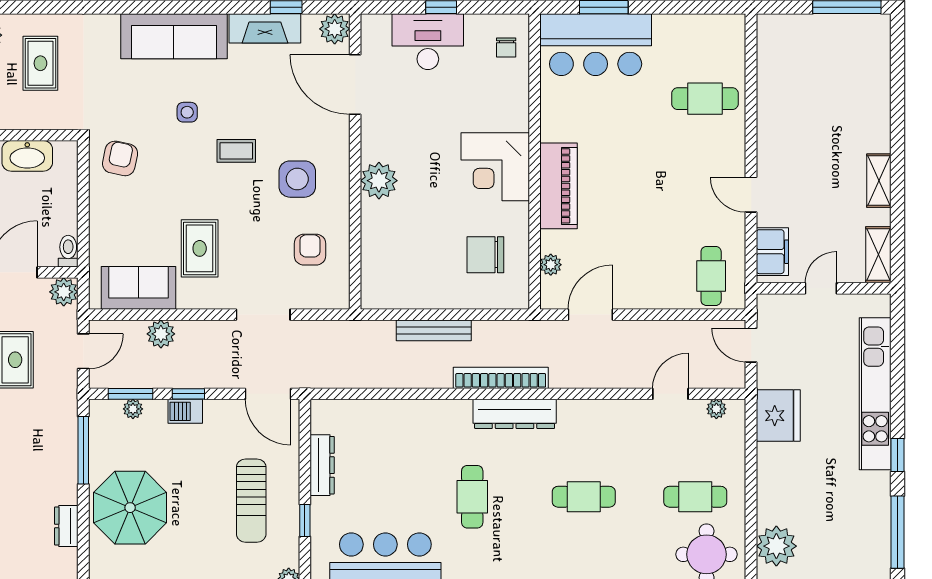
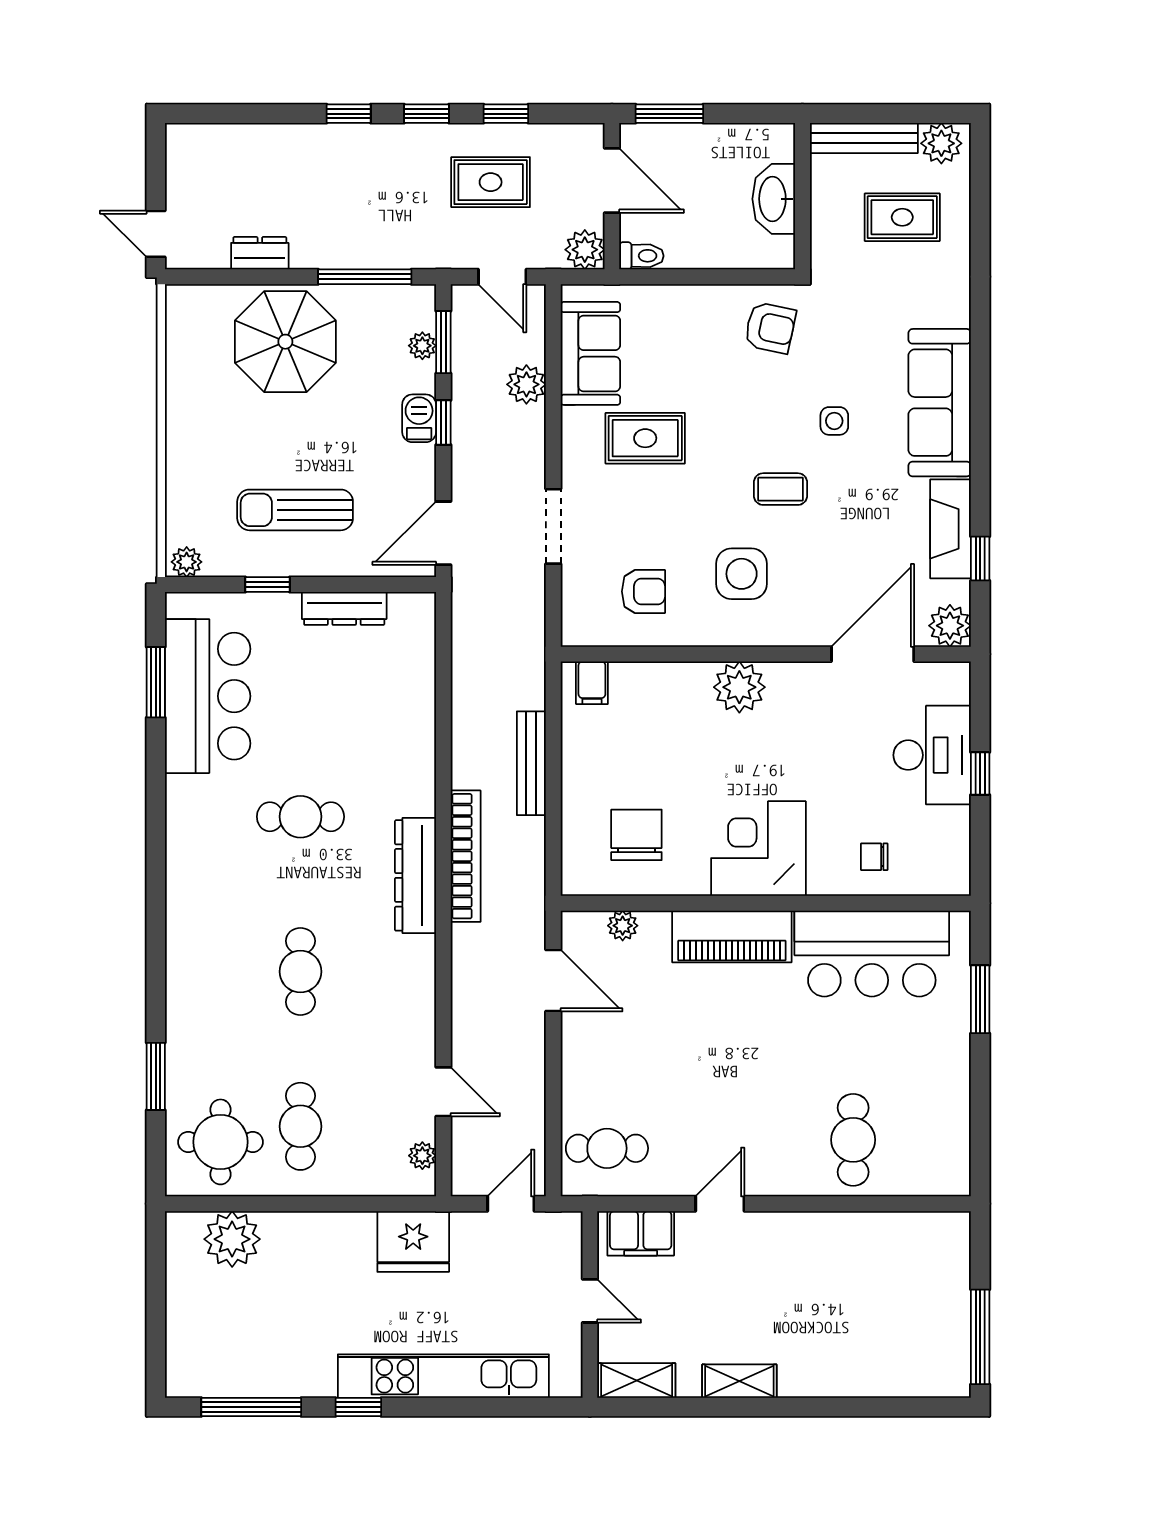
bar counter: (596, 45) -> (872, 954), moved, turned -90
chair: (506, 48) -> (874, 857), moved
coffee table: (236, 151) -> (780, 489), turned 90
filing cabinet: (376, 287) -> (592, 683), added

